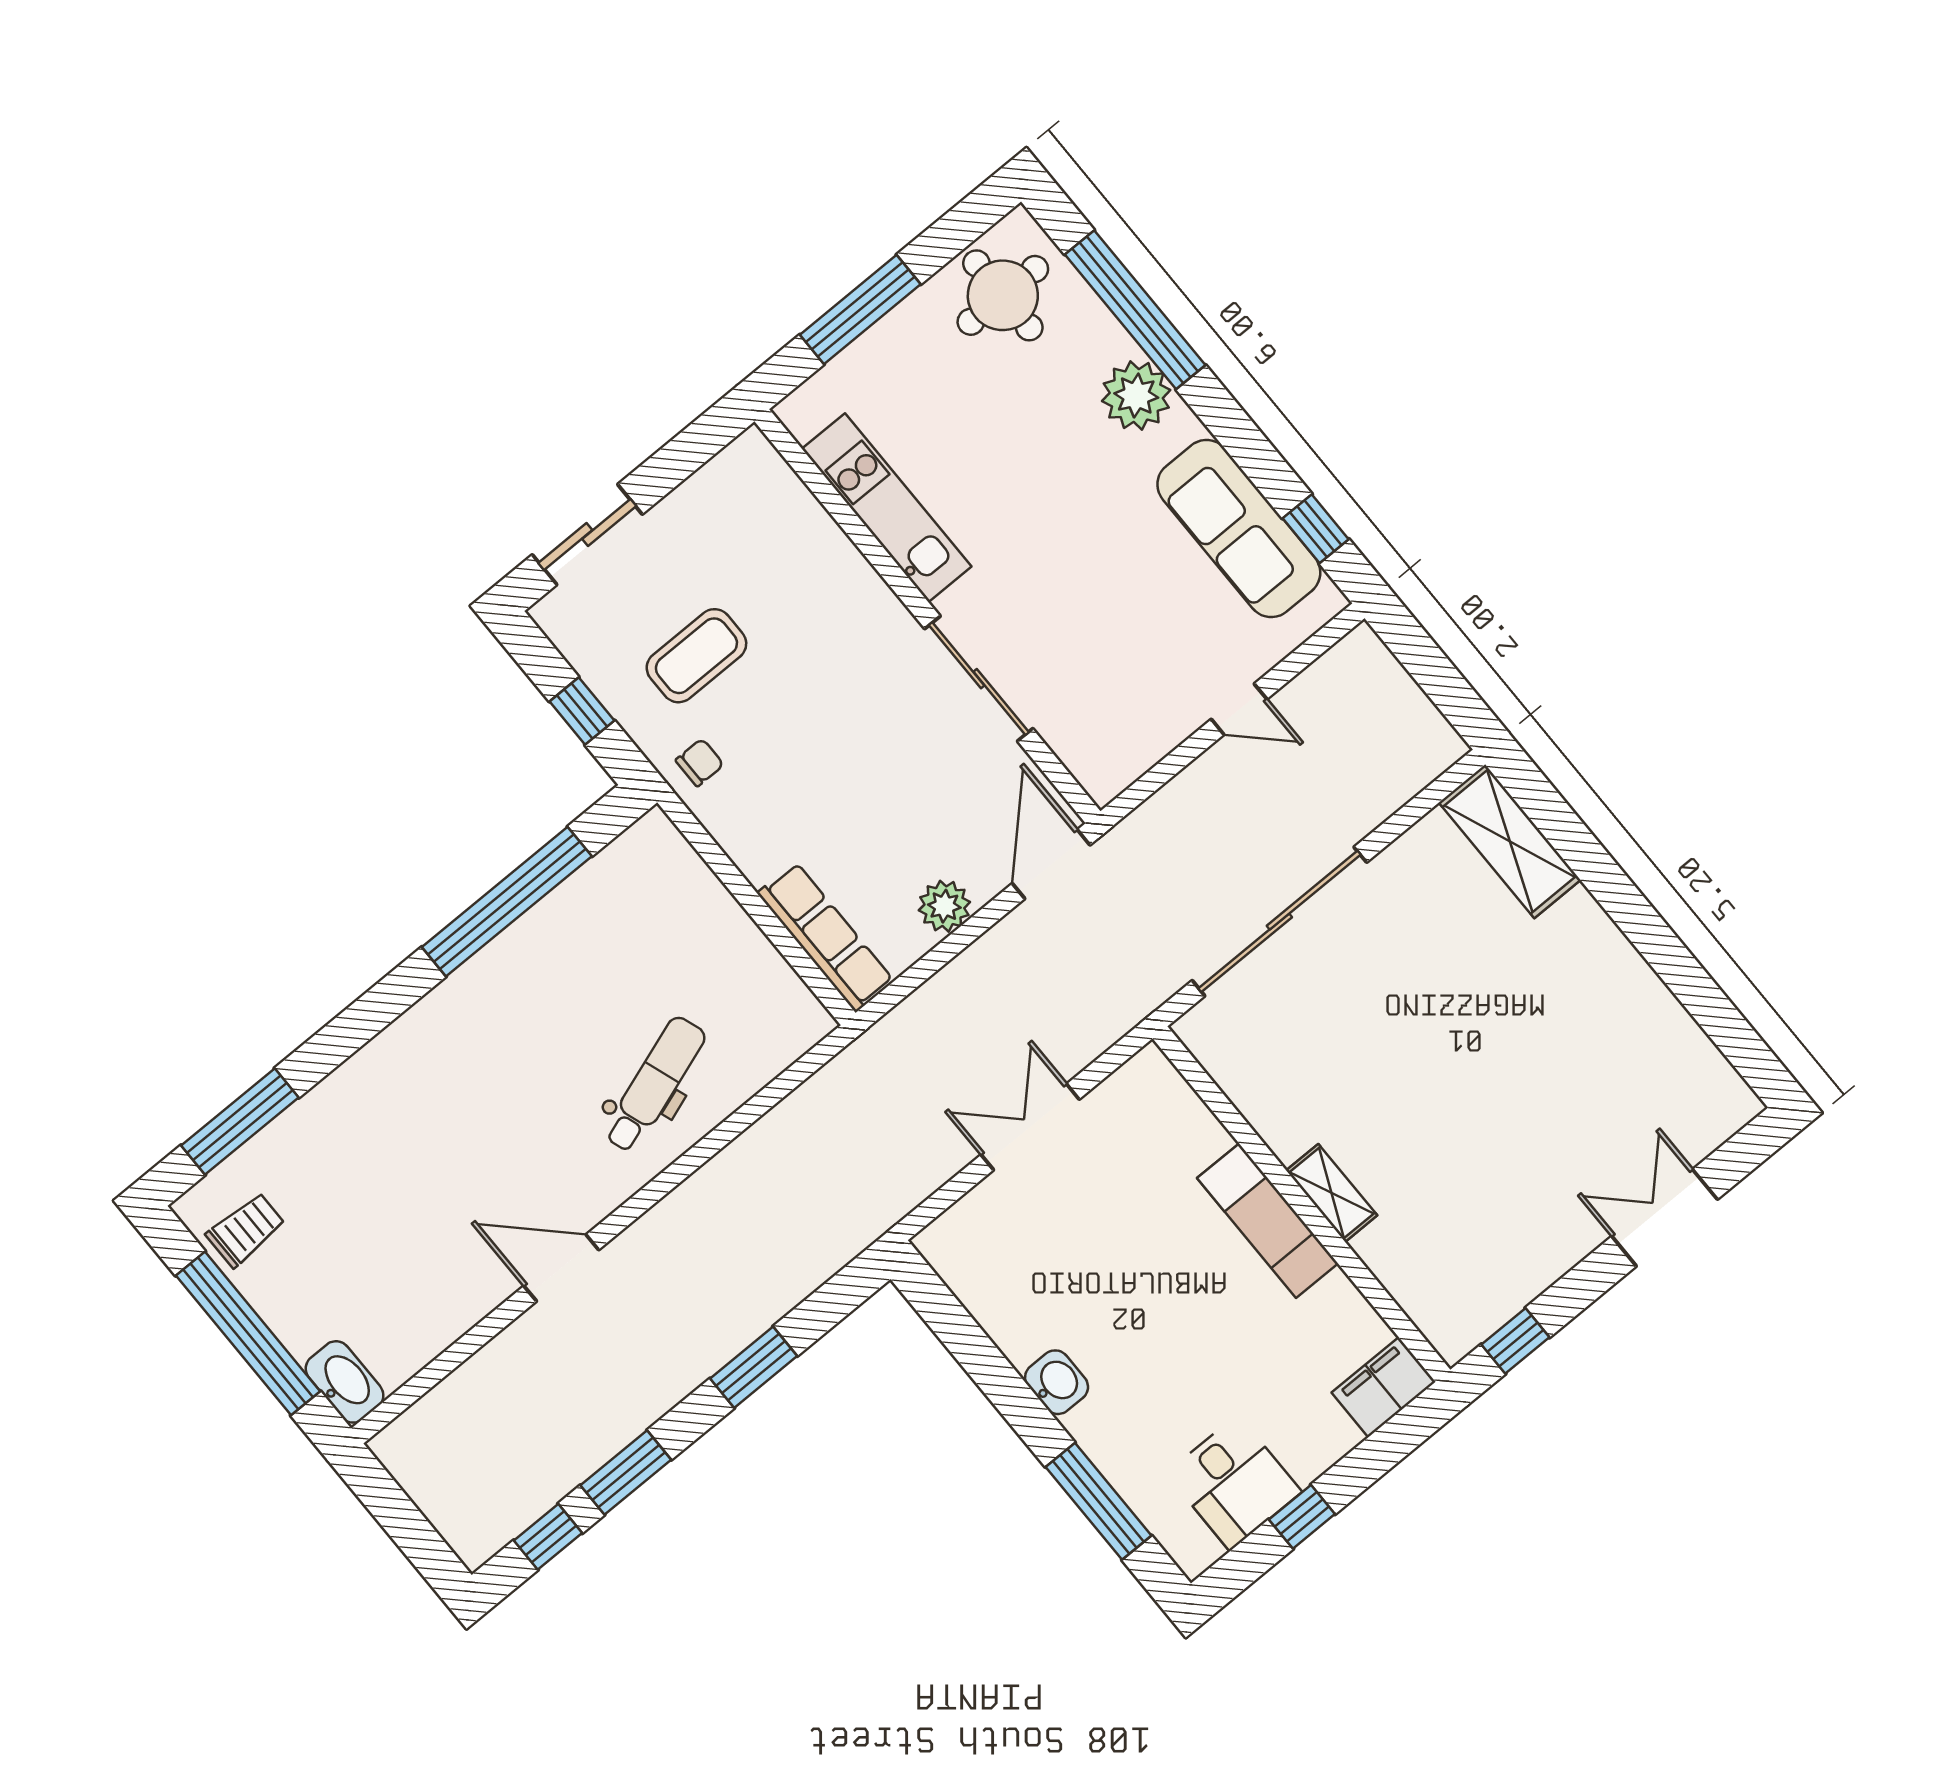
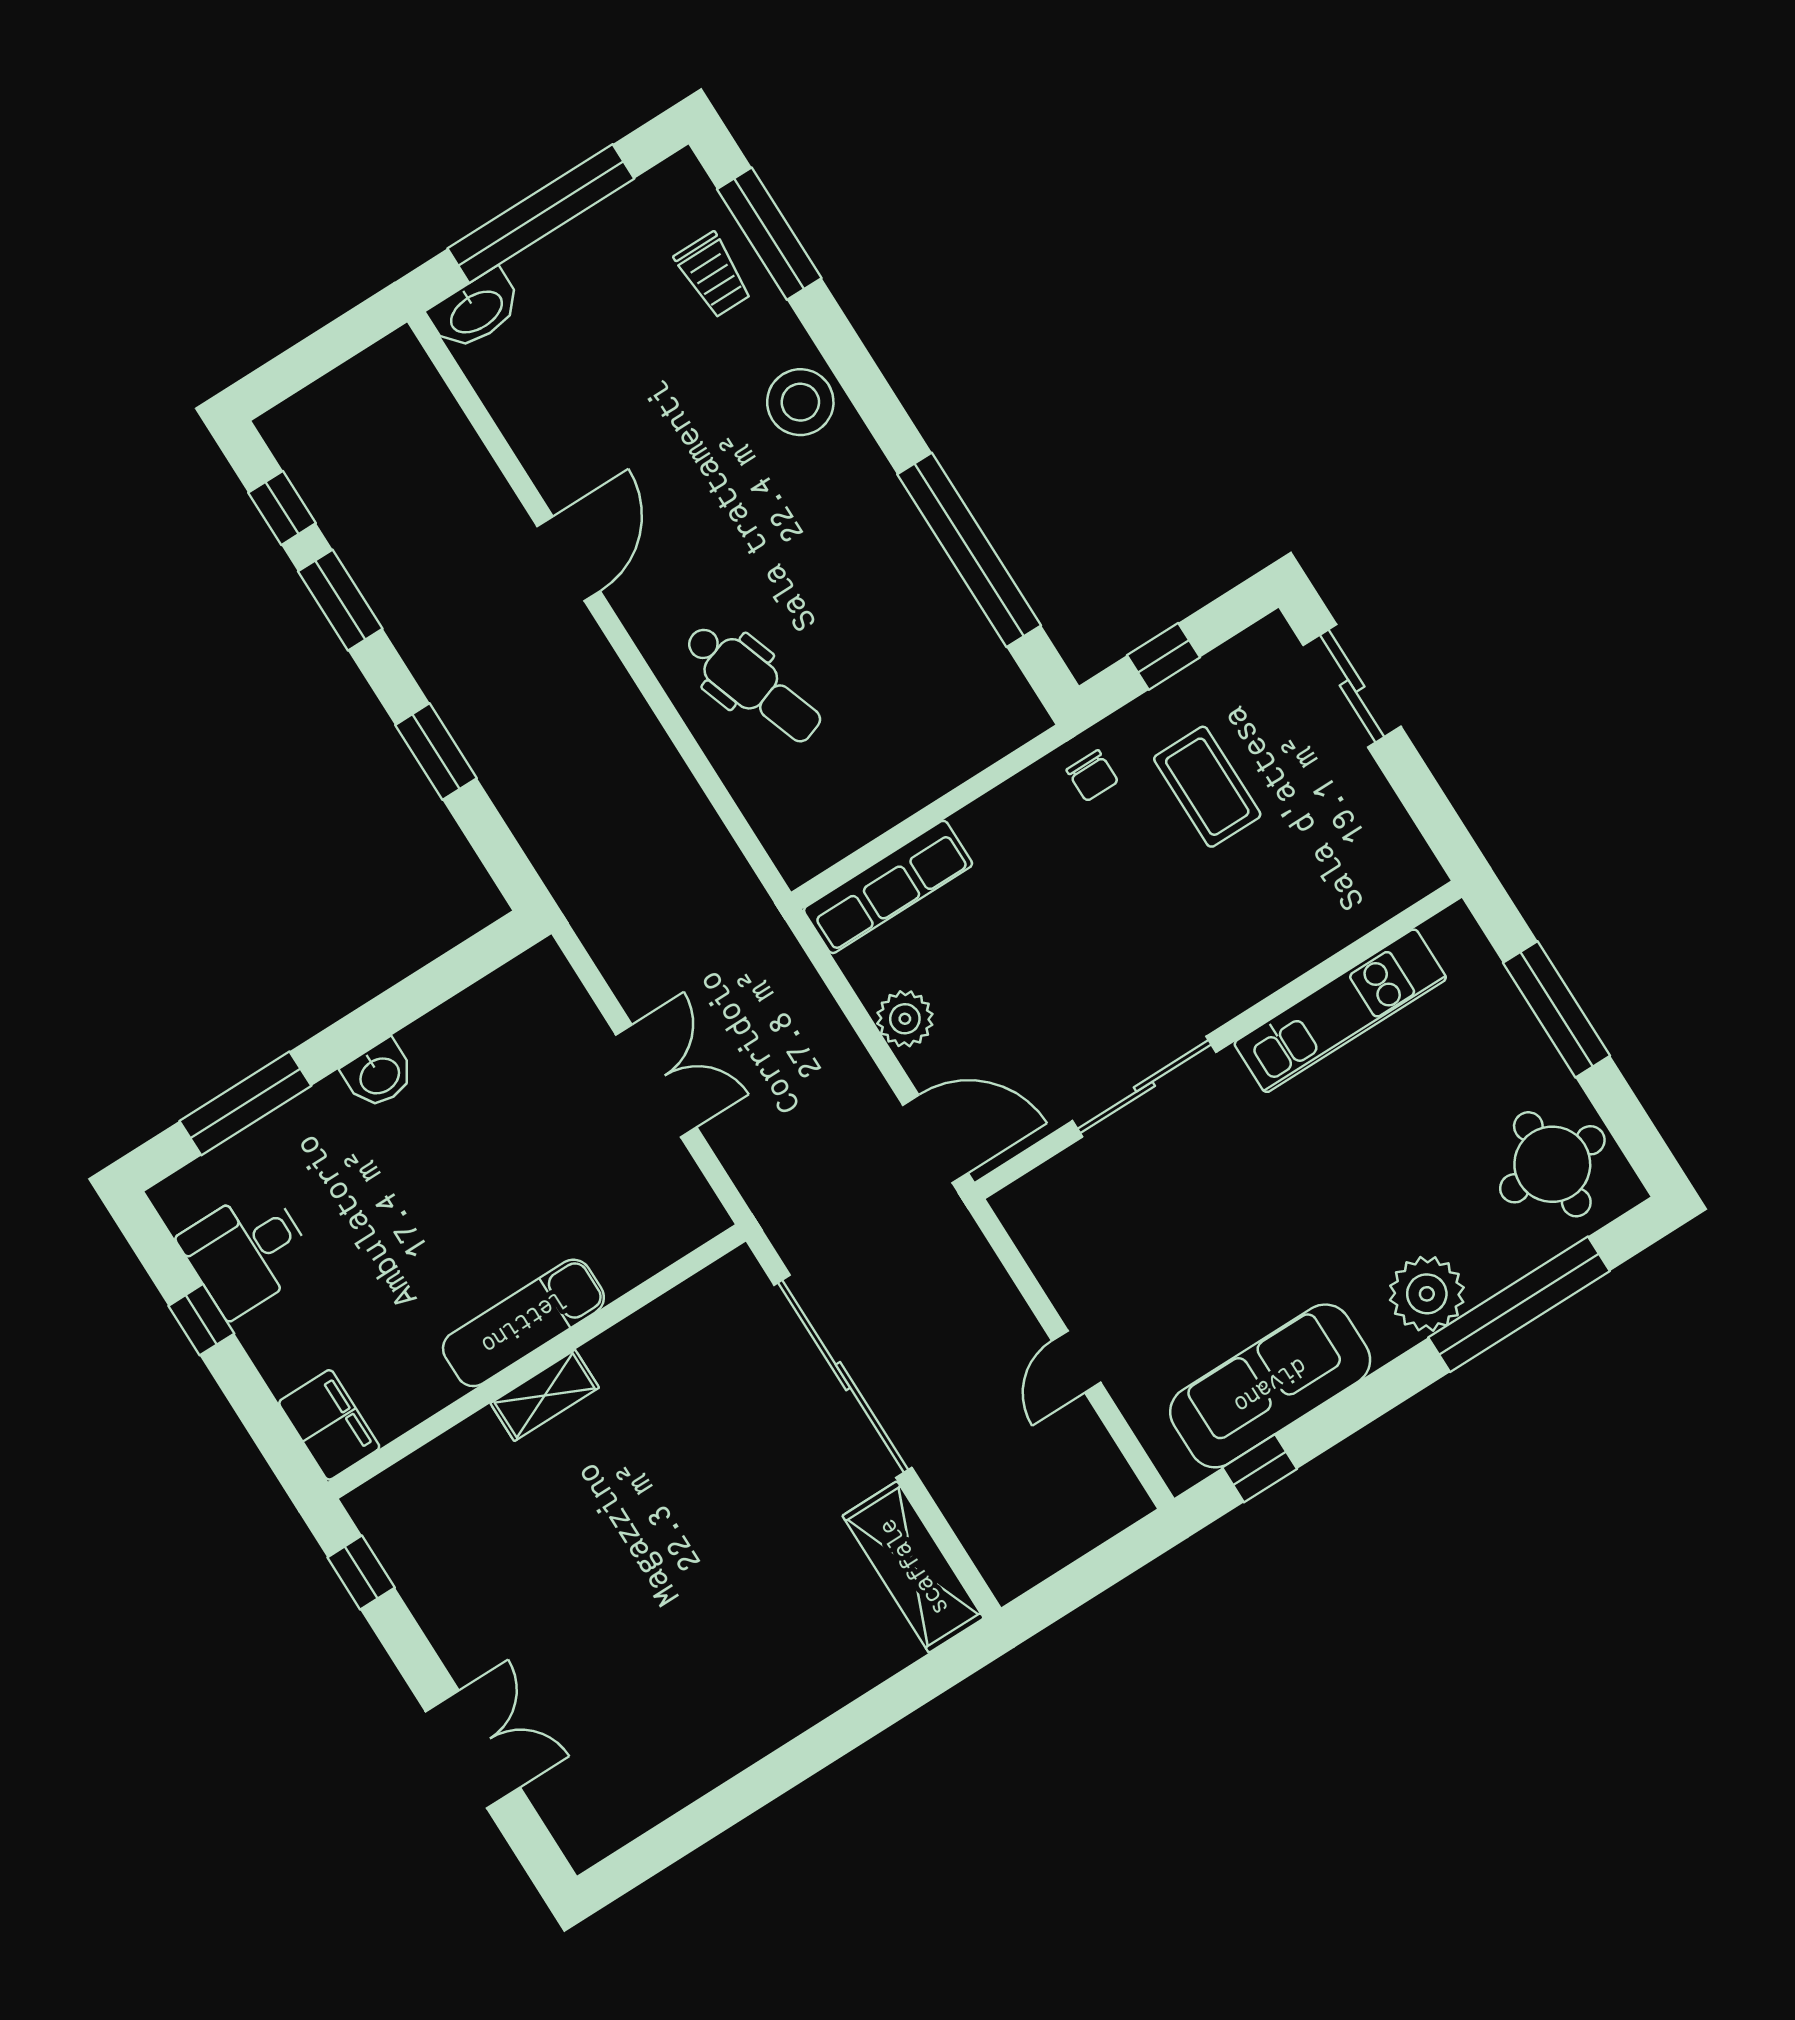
shelving: (1510, 841) -> (913, 1567), moved, turned 90
stool: (391, 1074) -> (800, 402), added
trolley: (246, 1230) -> (713, 275), moved

